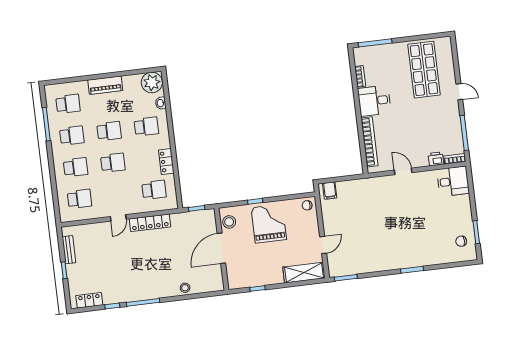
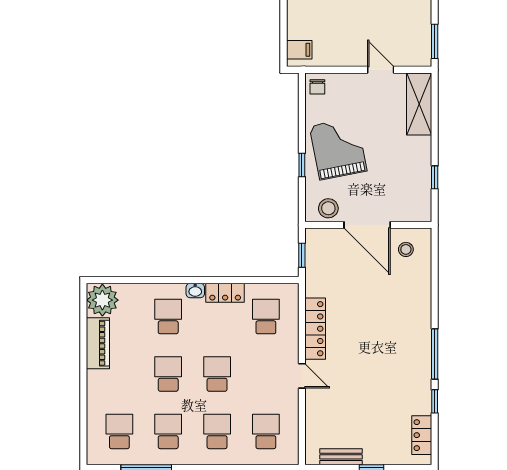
piano: (105, 85) -> (98, 343), moved
washbasin: (161, 103) -> (195, 291), moved
grand piano: (269, 224) -> (338, 148), turned 79
stool: (185, 288) -> (406, 249), moved

